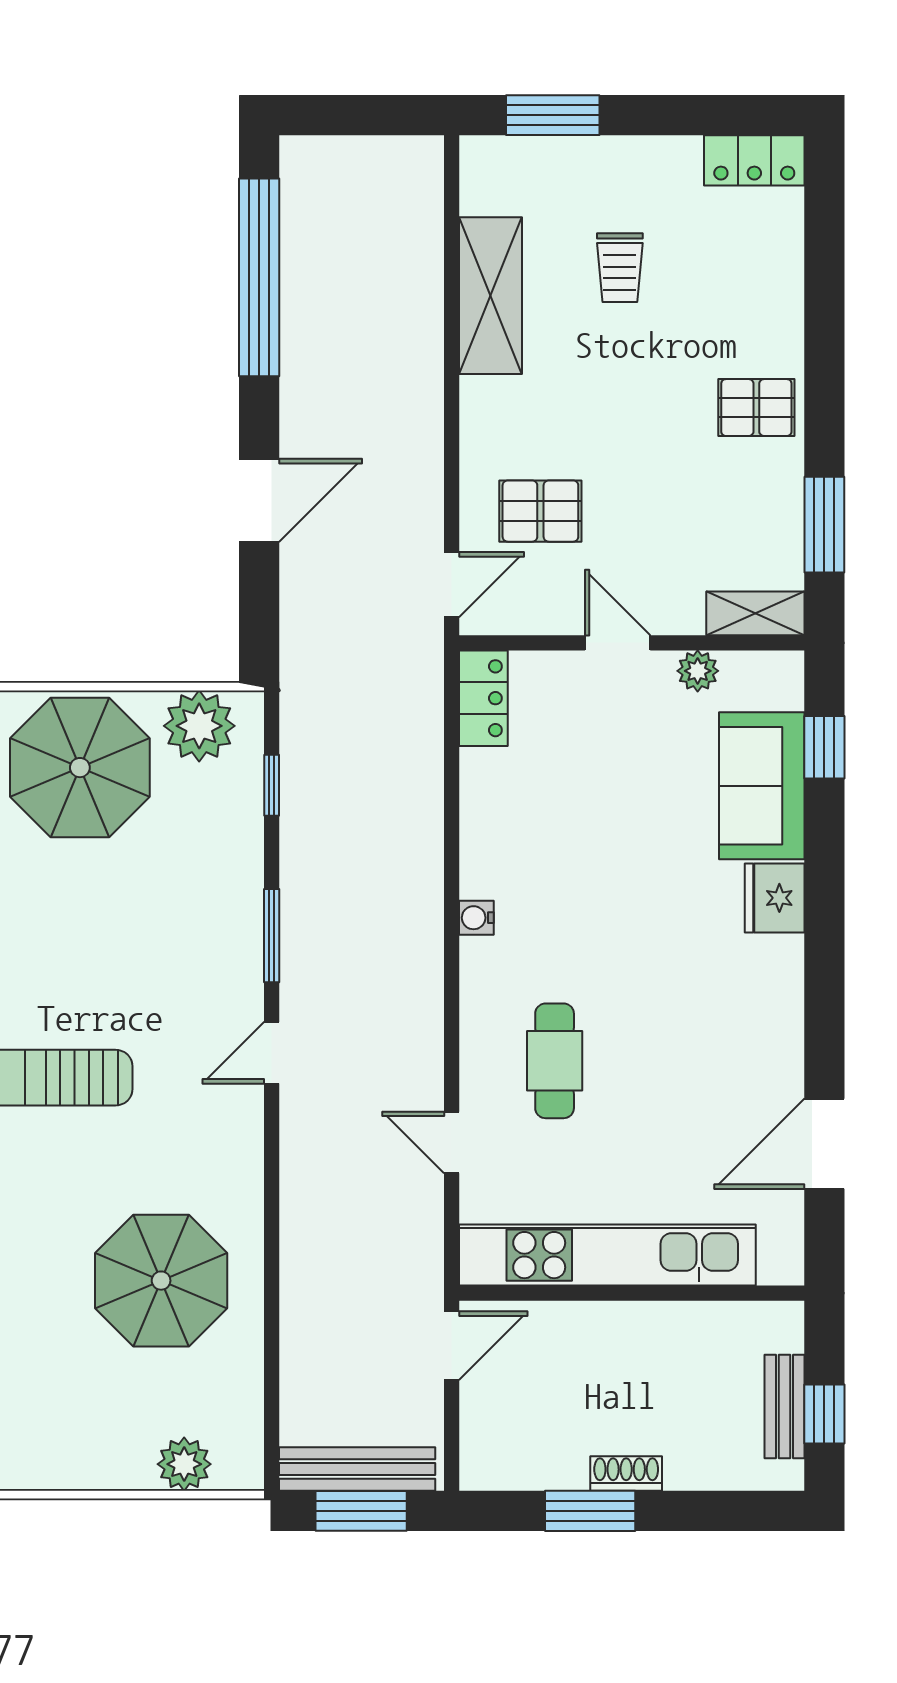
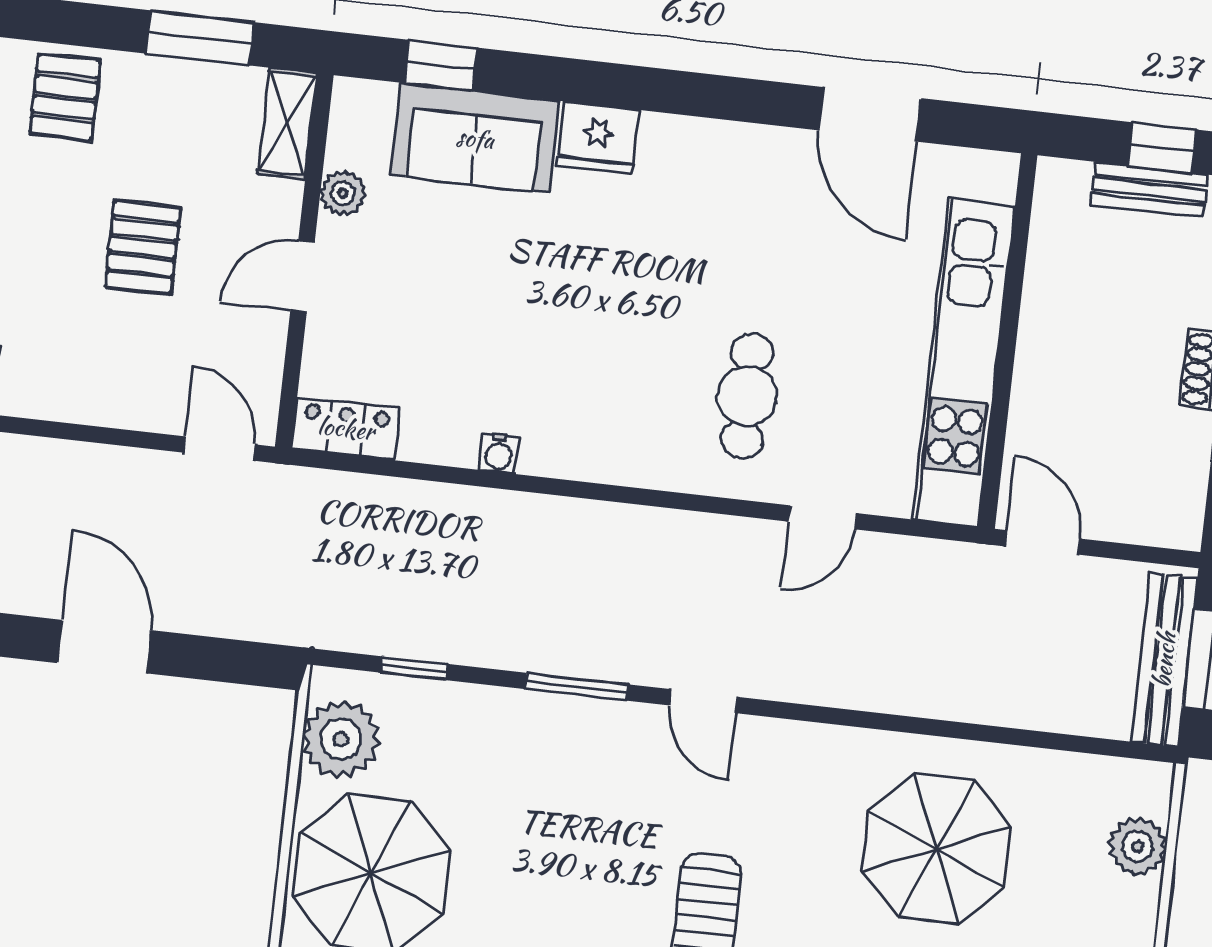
pallet: (540, 511) -> (143, 247), moved
water cooler: (476, 918) -> (499, 453), moved
cafe table: (555, 1061) -> (747, 396), turned 90

